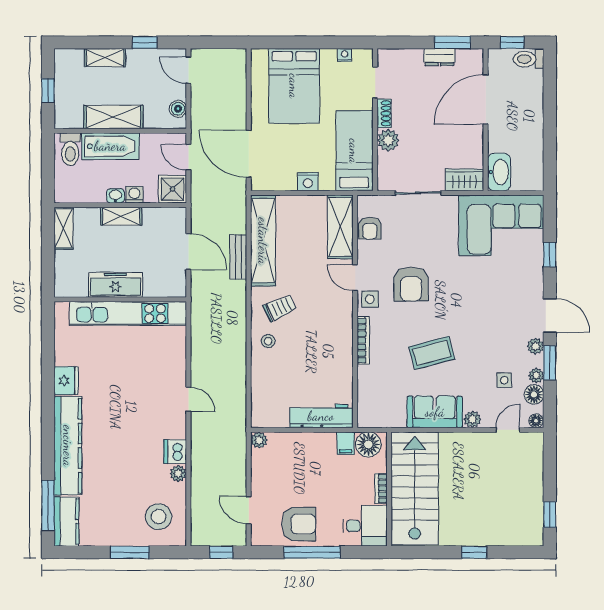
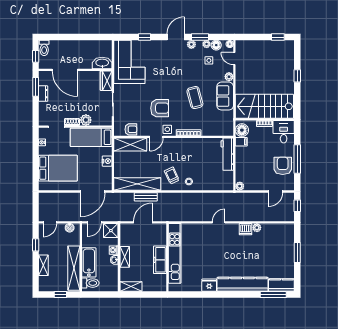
shelving: (113, 117) -> (74, 268), width x1.47
stool: (159, 517) -> (279, 238), removed

